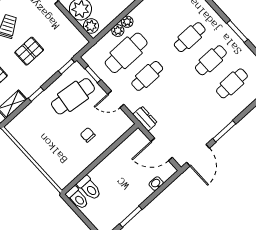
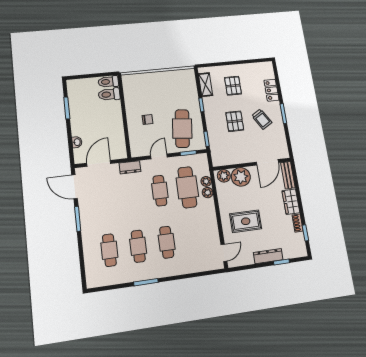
plant: (127, 22) -> (206, 181), moved

